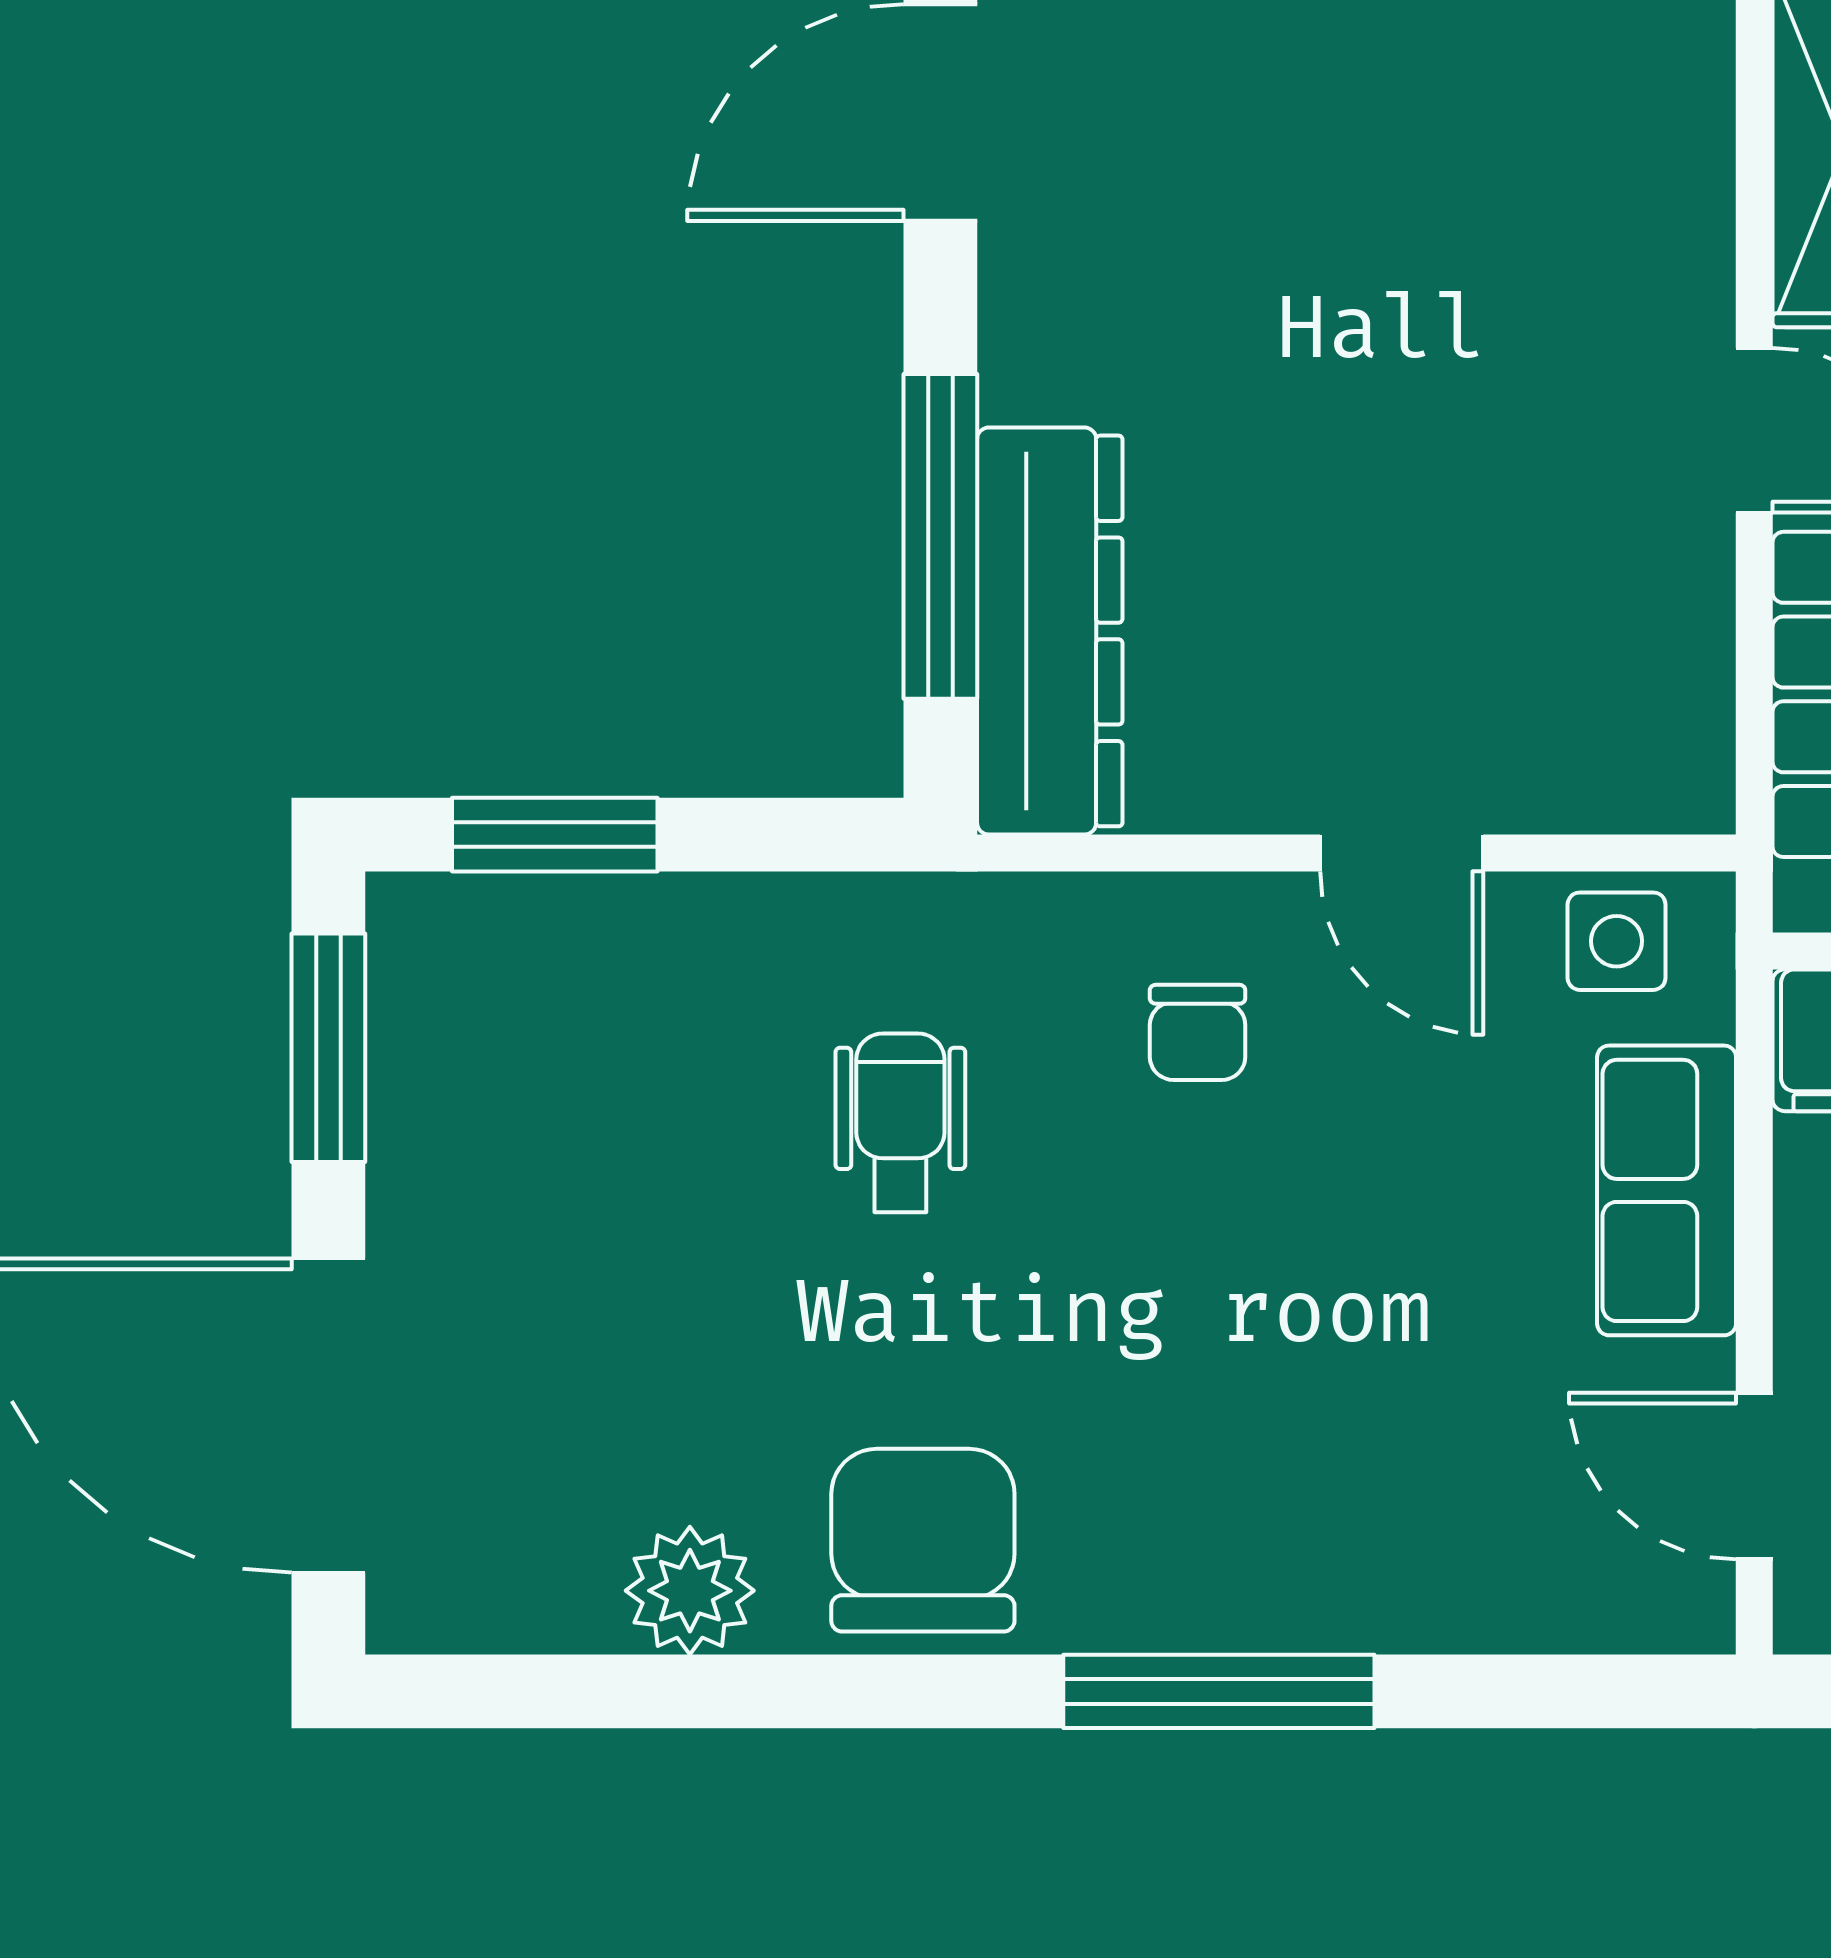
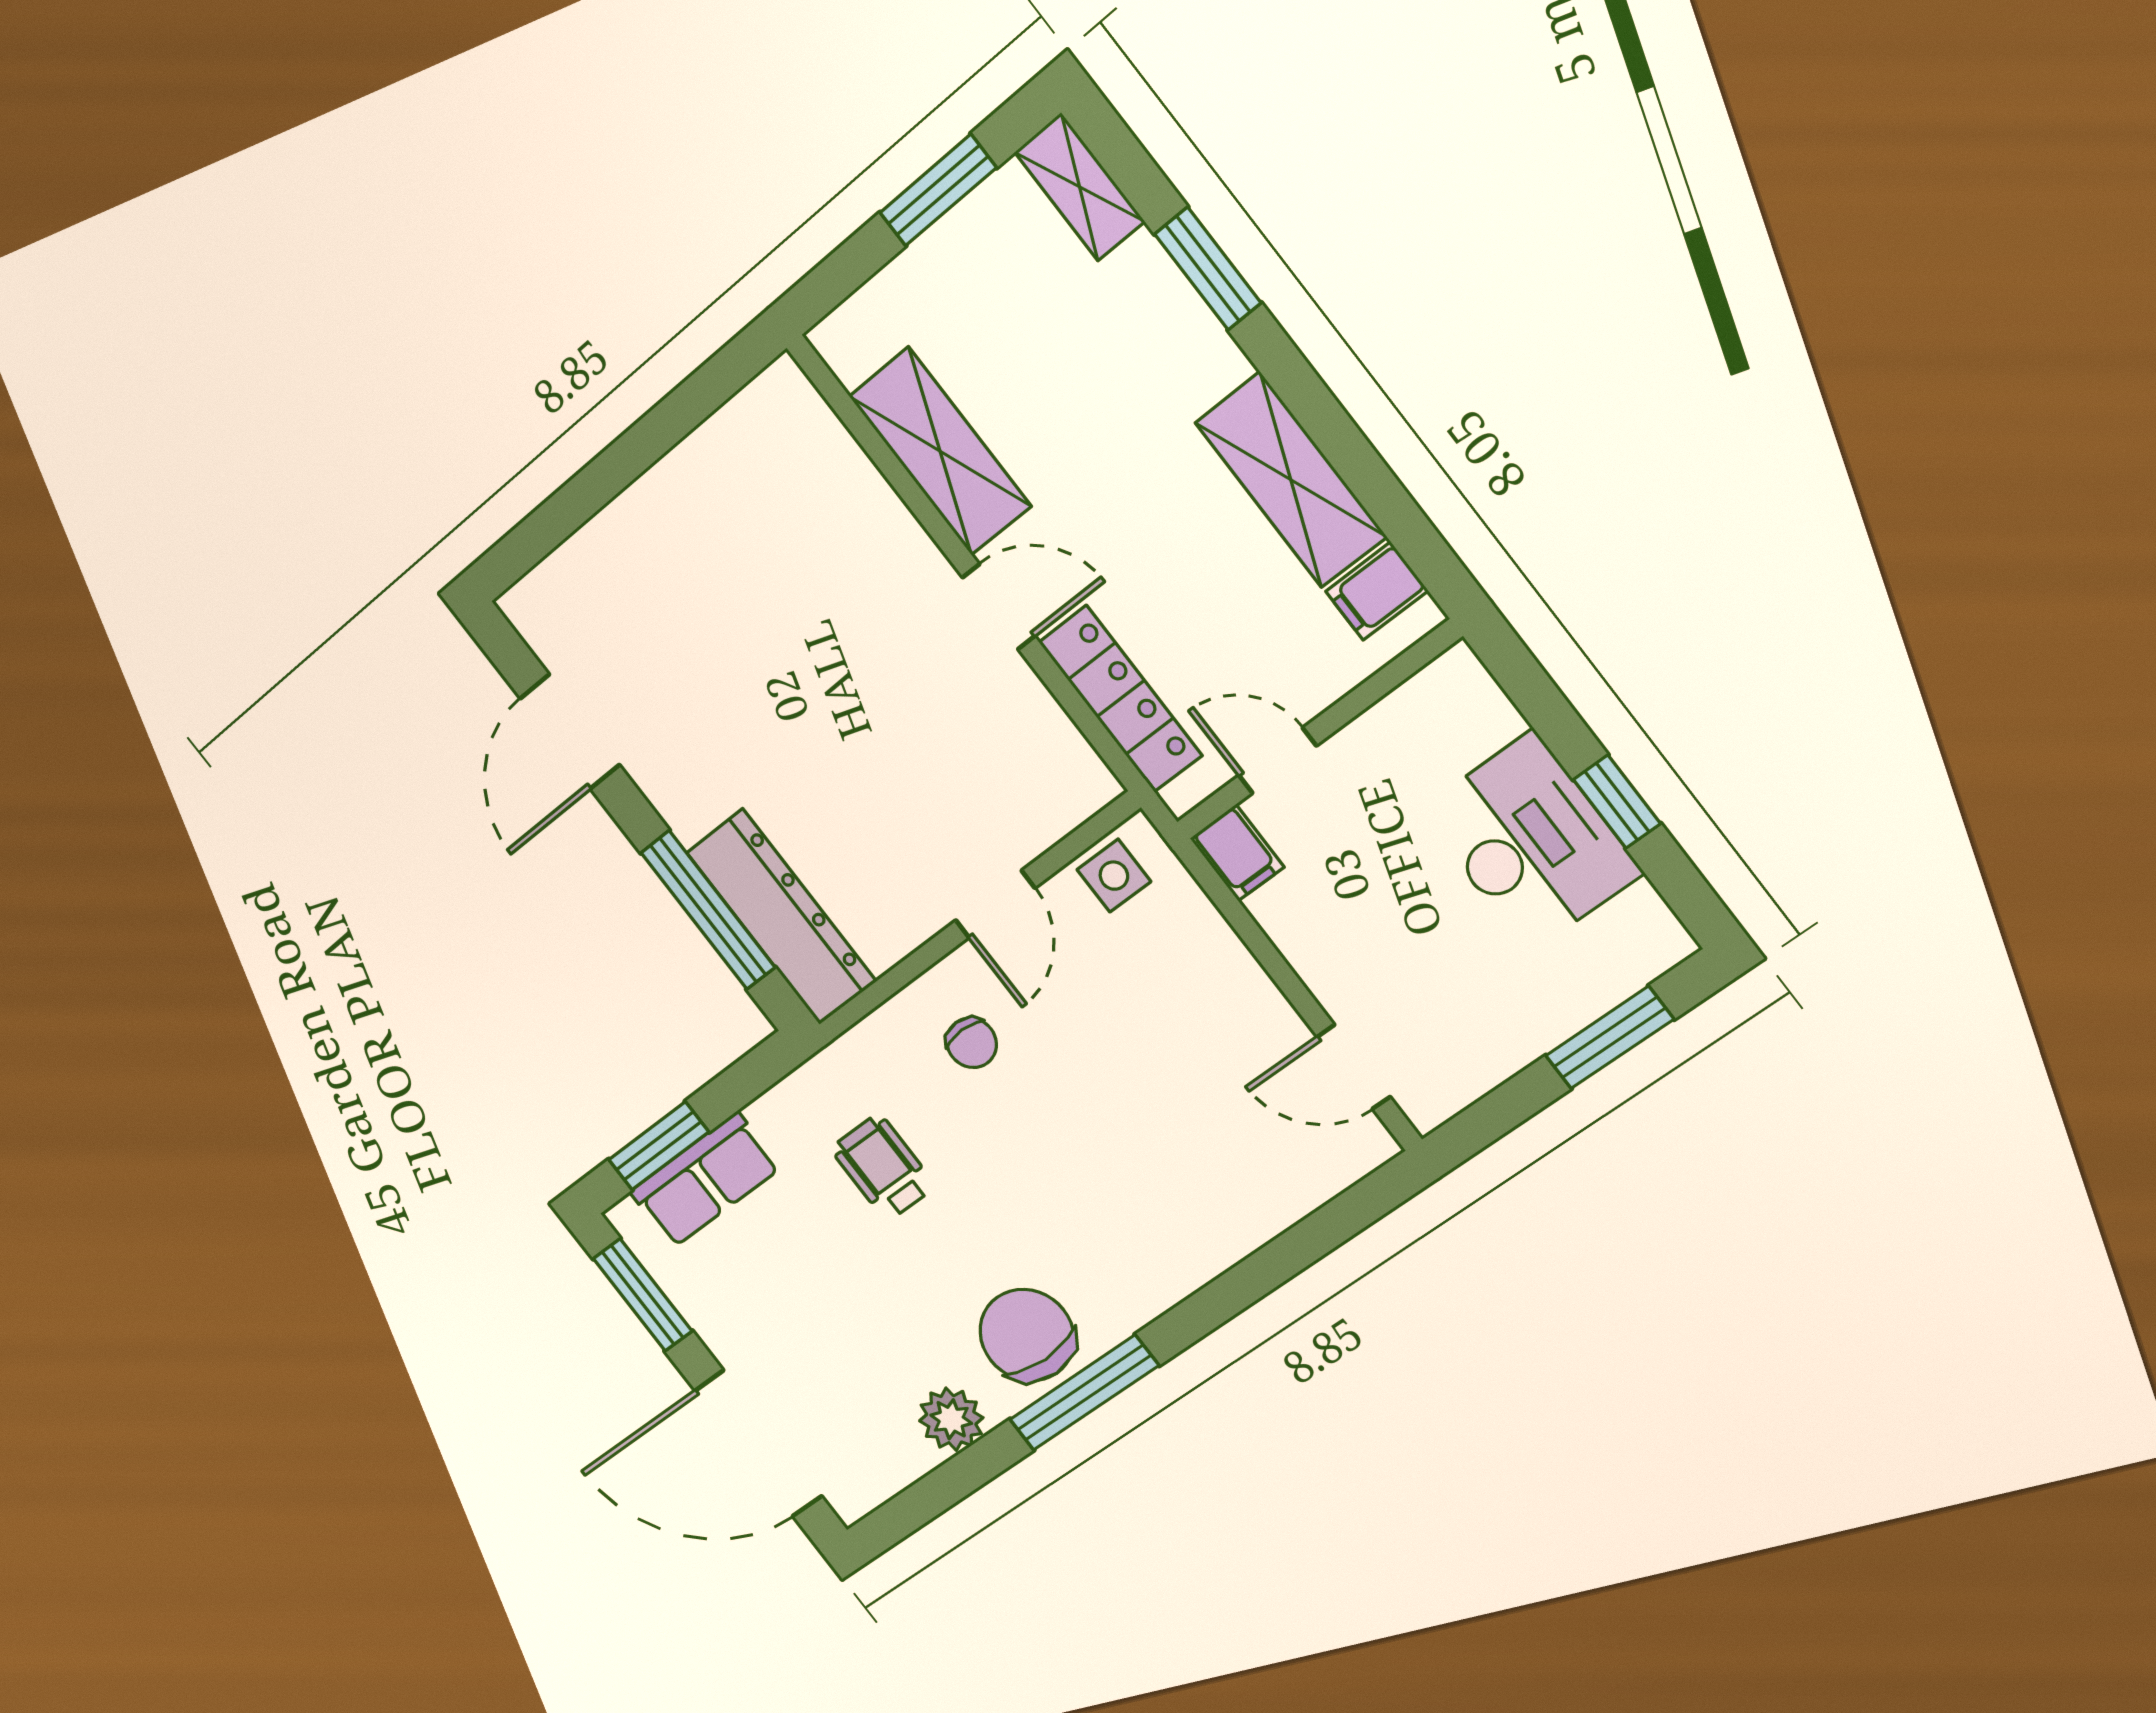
door: (1402, 853) -> (995, 904), hinge flipped
row of seats: (1667, 1190) -> (705, 1180), moved, turned -90
window: (1219, 1691) -> (1084, 1393), moved

